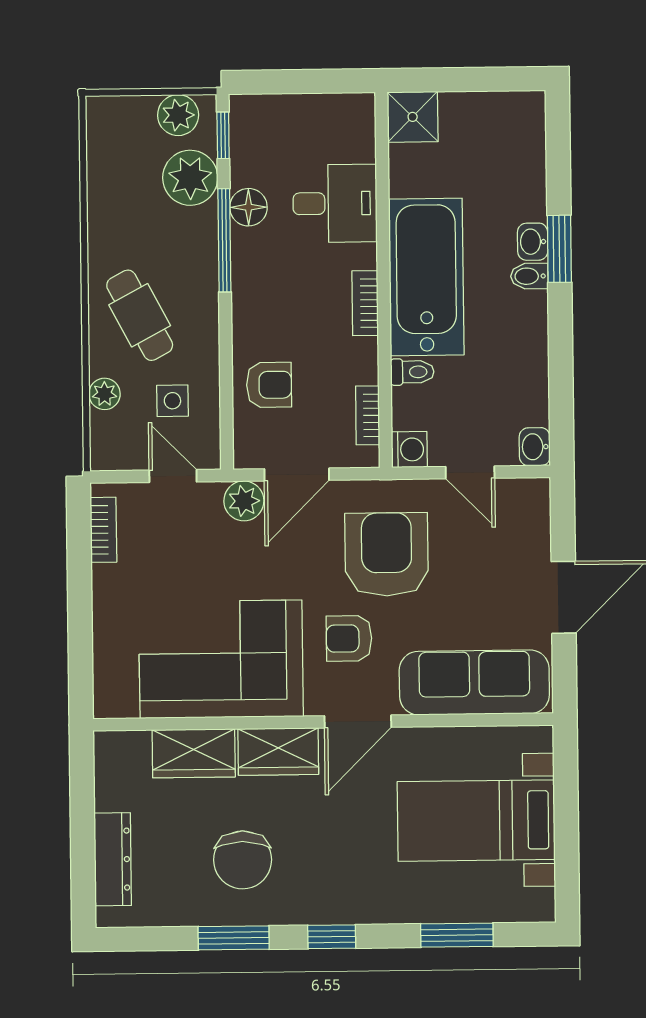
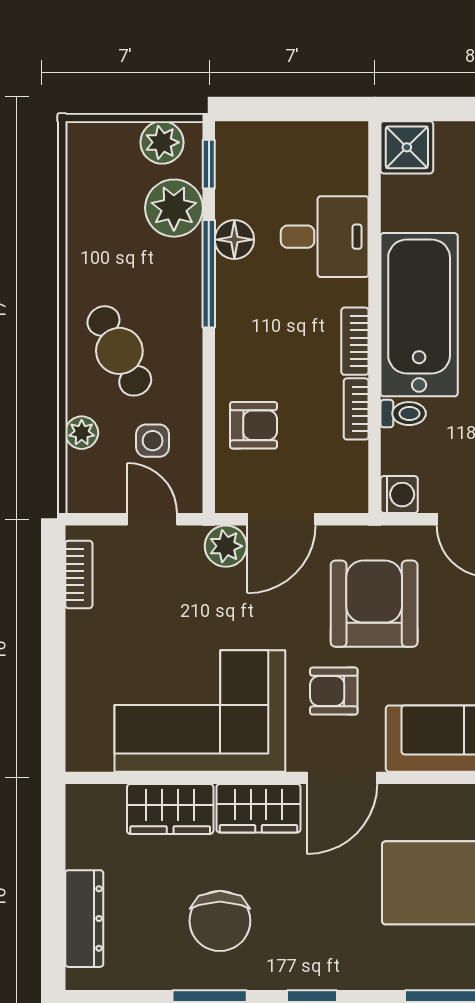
bookcase: (368, 415) -> (356, 409), moved

